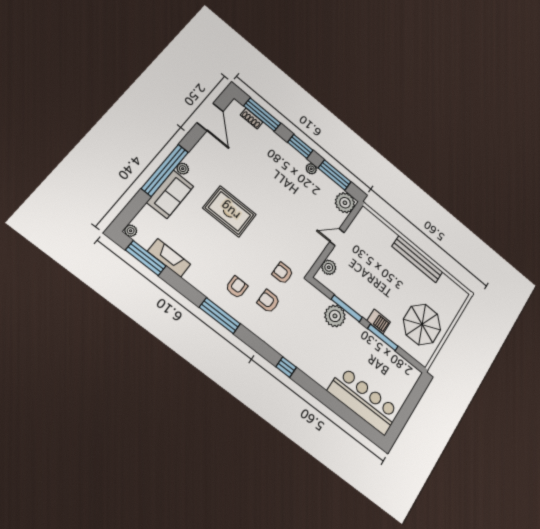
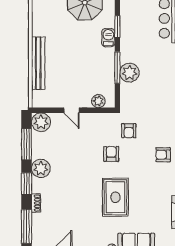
shoe rack: (252, 119) -> (36, 203), moved
plant: (311, 169) -> (41, 168), width x1.88, depth x1.88
bench: (417, 259) -> (38, 63), moved
armchair: (268, 301) -> (111, 154), moved, turned 180
window: (383, 337) -> (117, 27), width x0.69

